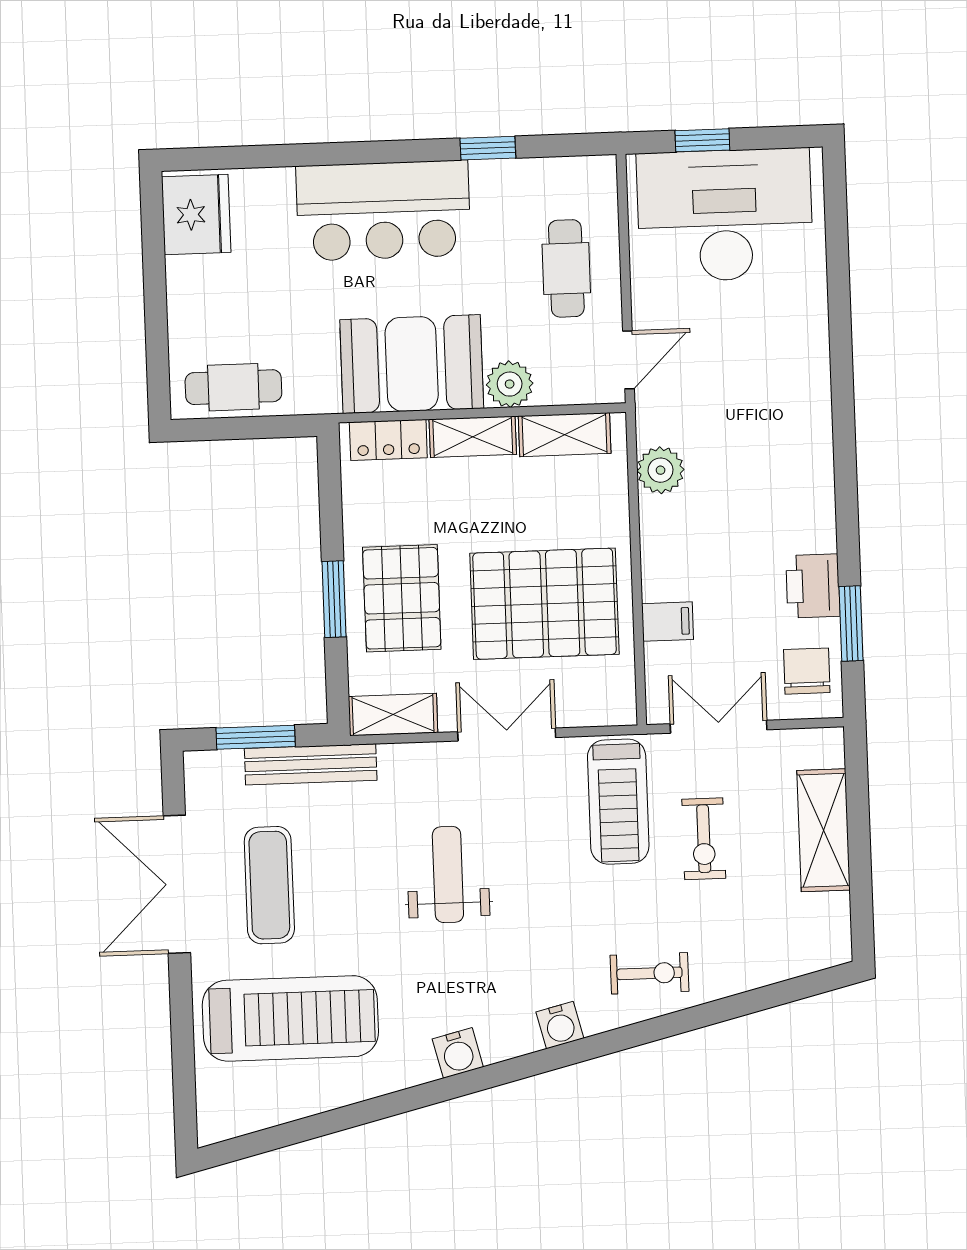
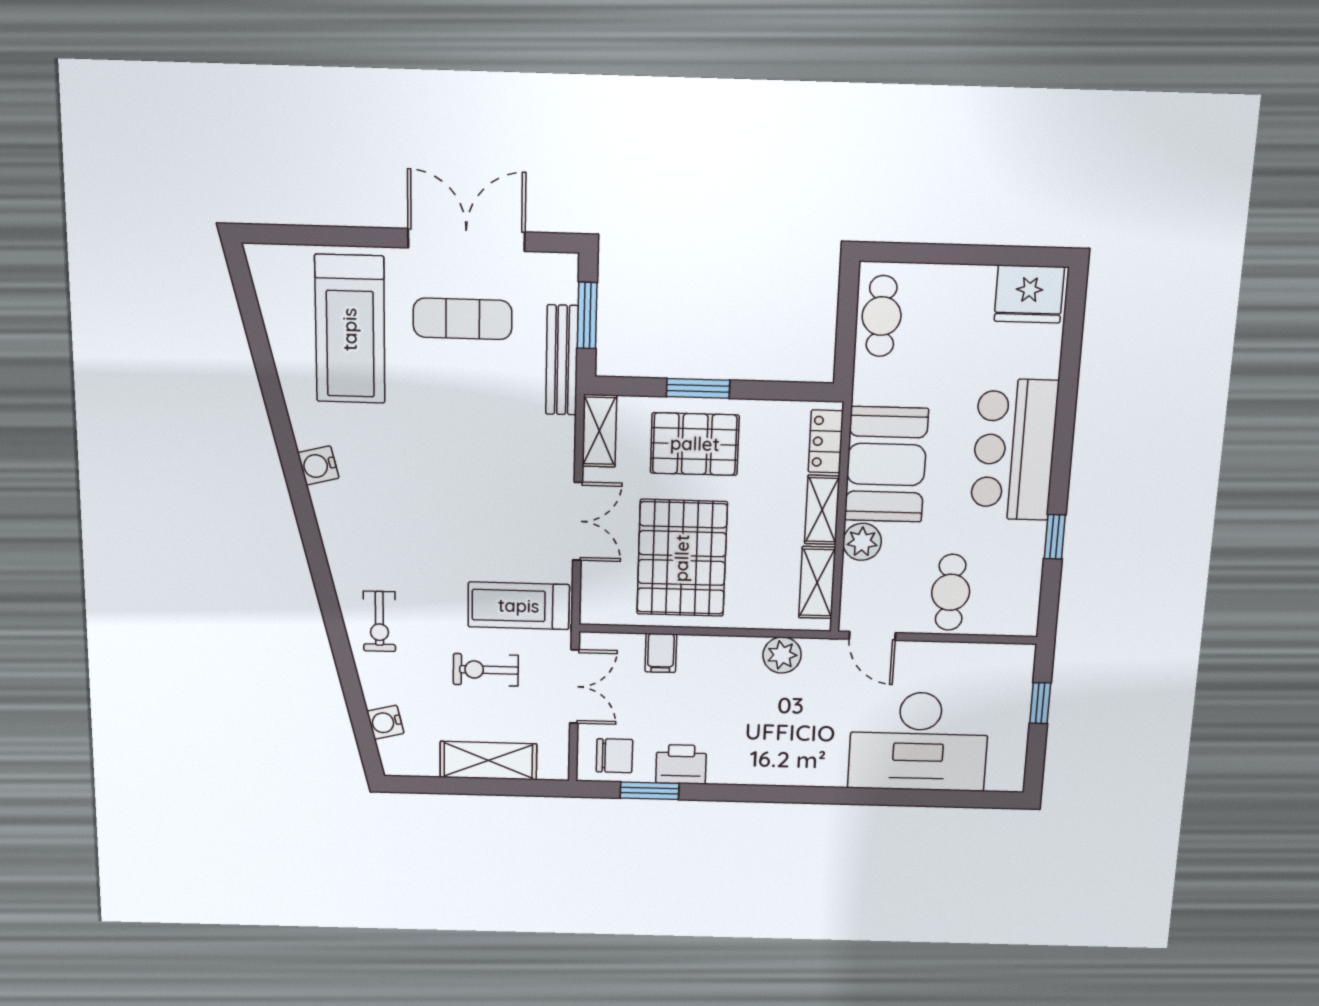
desk: (725, 215) -> (919, 742), moved, turned 90
cafe table: (566, 268) -> (951, 592), turned 90
weight bench: (448, 874) -> (465, 467), removed
water cooler: (560, 1025) -> (385, 722), moved

